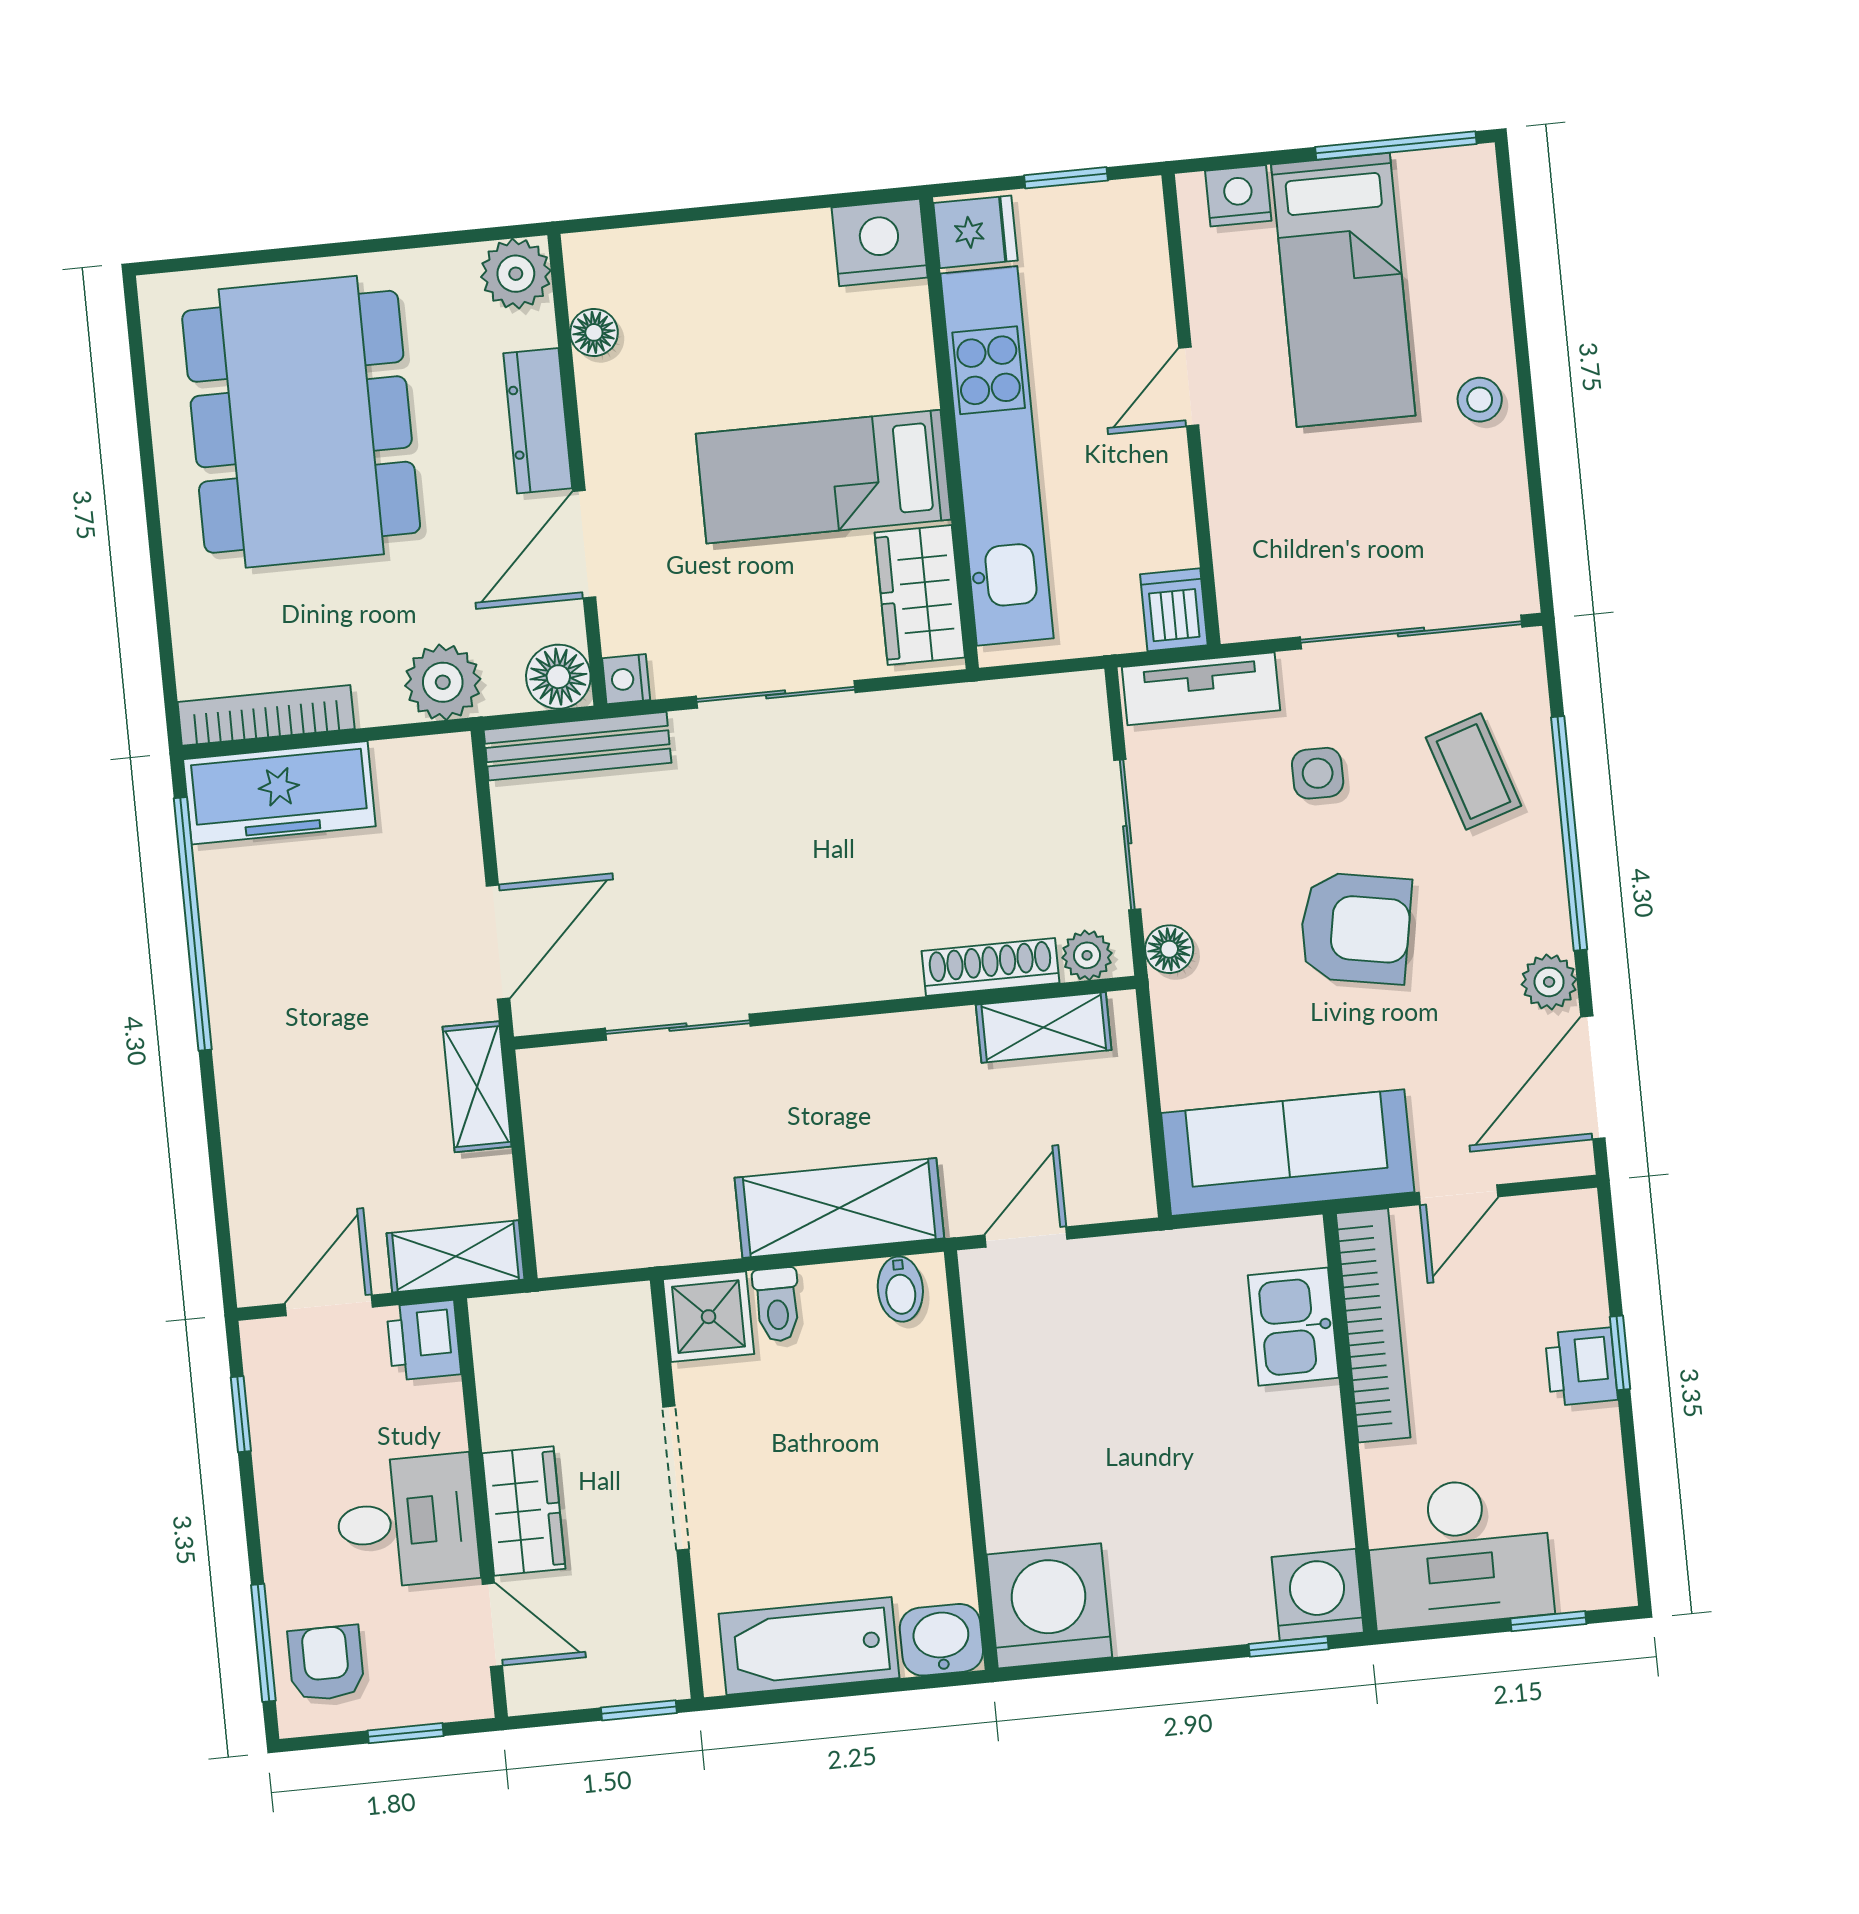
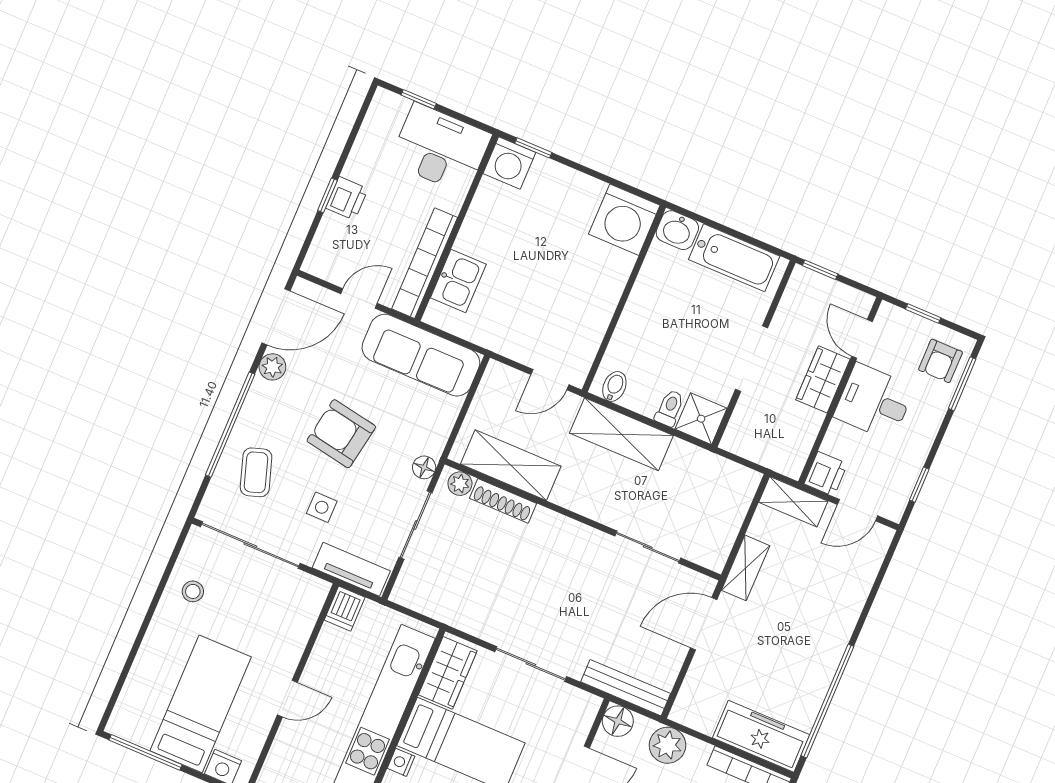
stool: (1480, 400) -> (193, 591), moved
nightstand: (626, 679) -> (401, 762), moved, turned 180
shelving: (1044, 1027) -> (511, 465), width x1.50, depth x1.33

